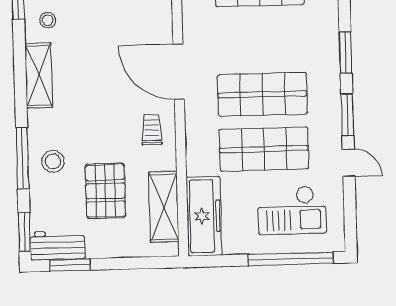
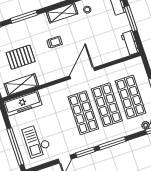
window: (346, 53) -> (112, 143), width x1.44
trolley: (152, 130) -> (54, 42), moved
shop shelf: (264, 149) -> (107, 105), moved
stool: (53, 161) -> (27, 30), removed

